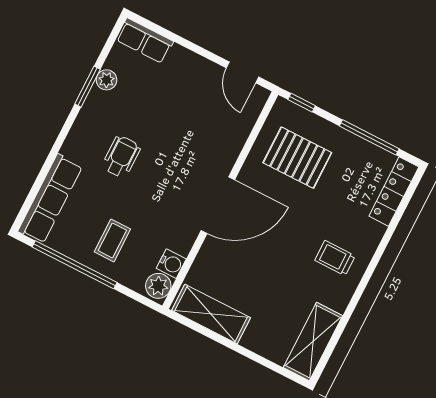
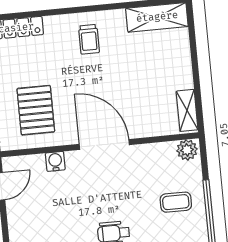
water cooler: (171, 264) -> (55, 161), moved
shelving: (211, 314) -> (187, 110), width x0.67, depth x0.75

